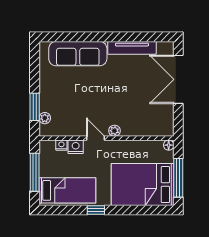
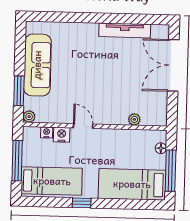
sofa: (78, 54) -> (37, 65), moved, turned -90
plant: (45, 118) -> (29, 117), moved
plant: (114, 131) -> (134, 119), moved
floor lamp: (169, 145) -> (161, 148), moved
bed: (143, 185) -> (132, 184), width x0.67

